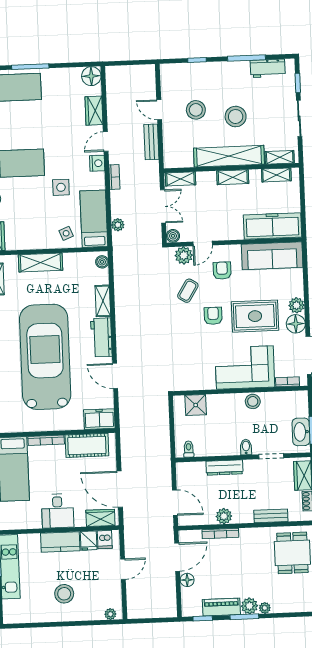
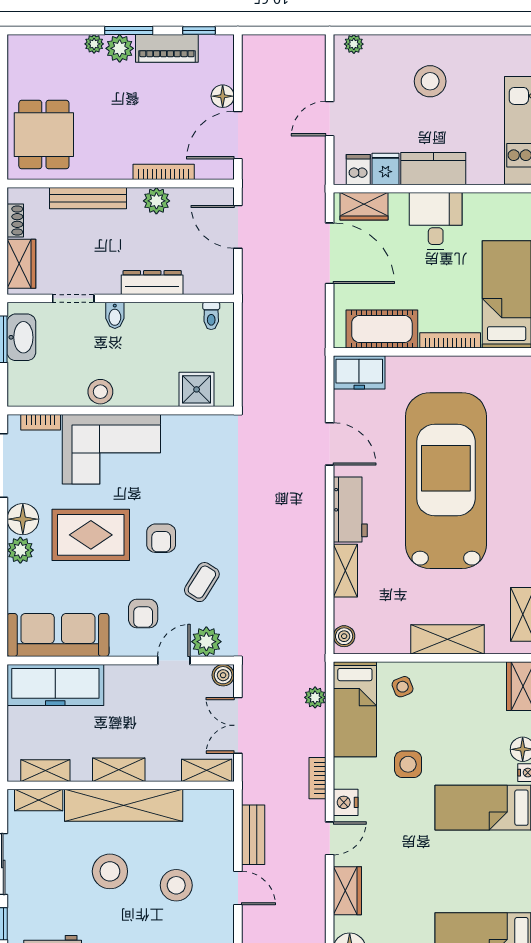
car: (45, 357) -> (446, 481), turned 180
bench: (271, 516) -> (88, 198), width x1.36

